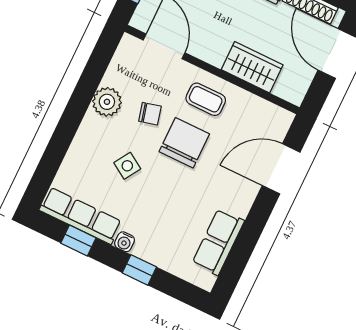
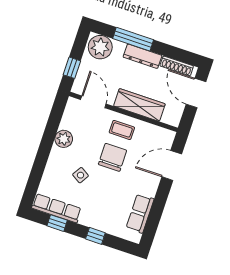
wardrobe: (252, 67) -> (139, 105), width x1.50
chair: (150, 114) -> (90, 143), removed
water cooler: (125, 242) -> (85, 220), removed

